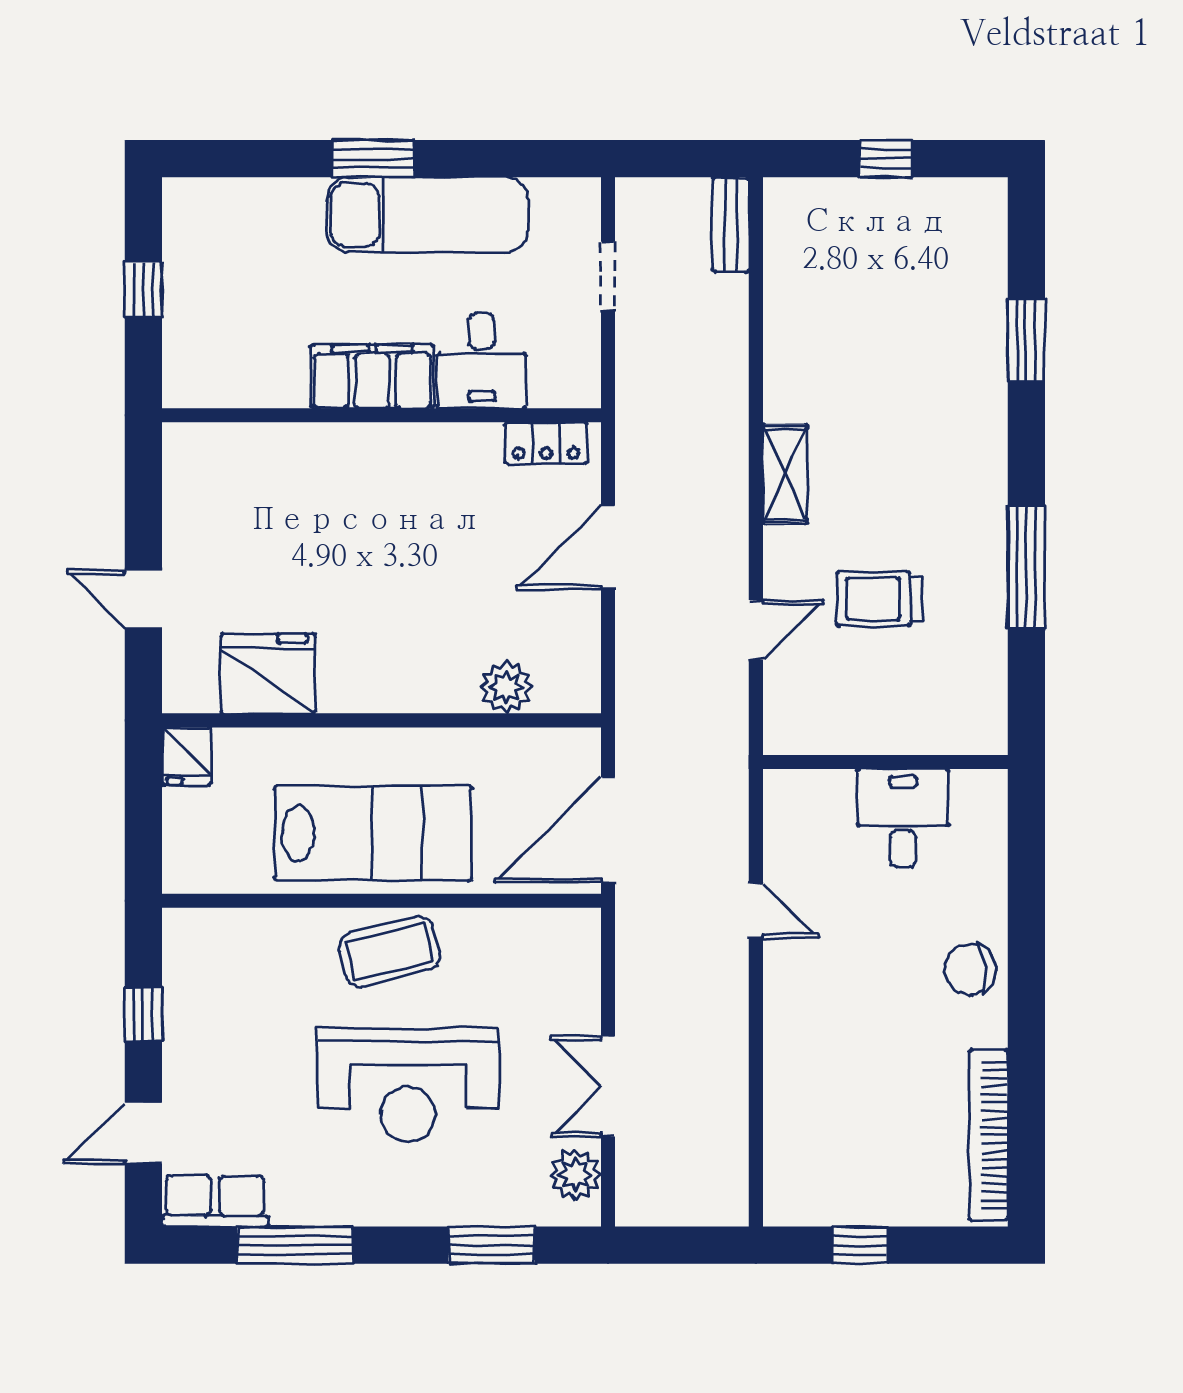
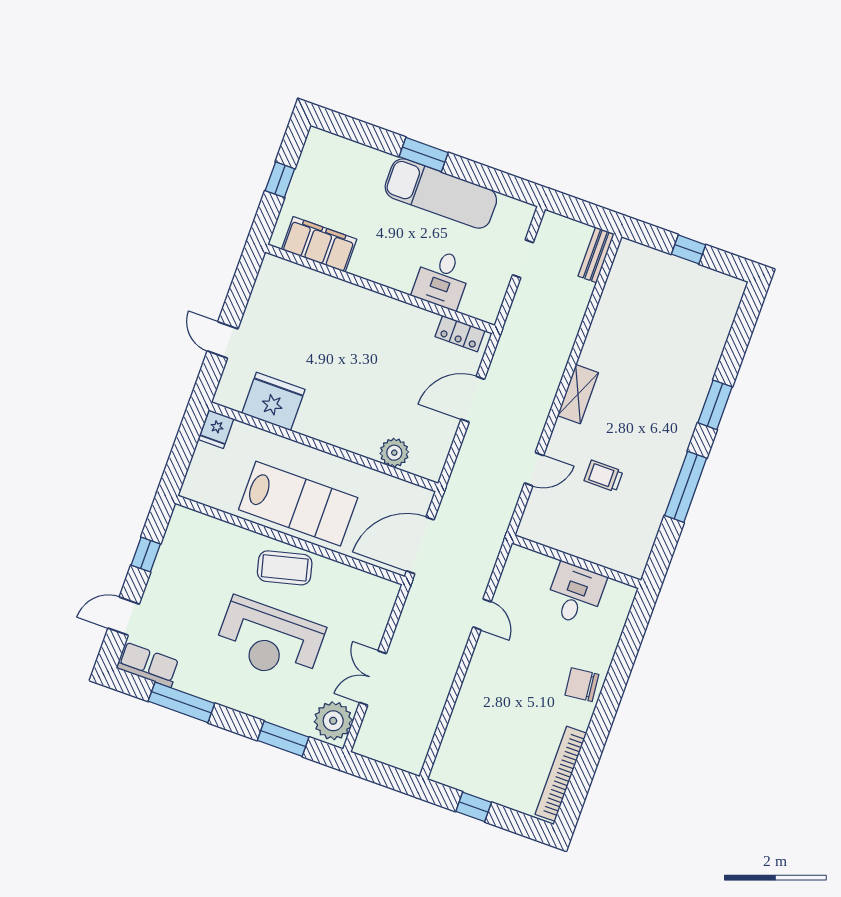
window: (1026, 339) -> (715, 405), moved
filing cabinet: (372, 376) -> (319, 244), moved
trolley: (879, 599) -> (603, 476), width x0.73, depth x0.72
plant: (575, 1174) -> (333, 721), width x1.36, depth x1.36

